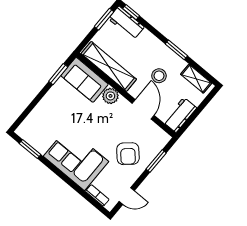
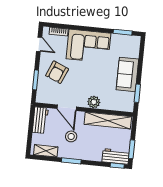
sofa: (85, 80) -> (127, 74), moved, turned -90
armchair: (128, 154) -> (57, 72), turned -115
door: (127, 196) -> (39, 44), swing flipped

